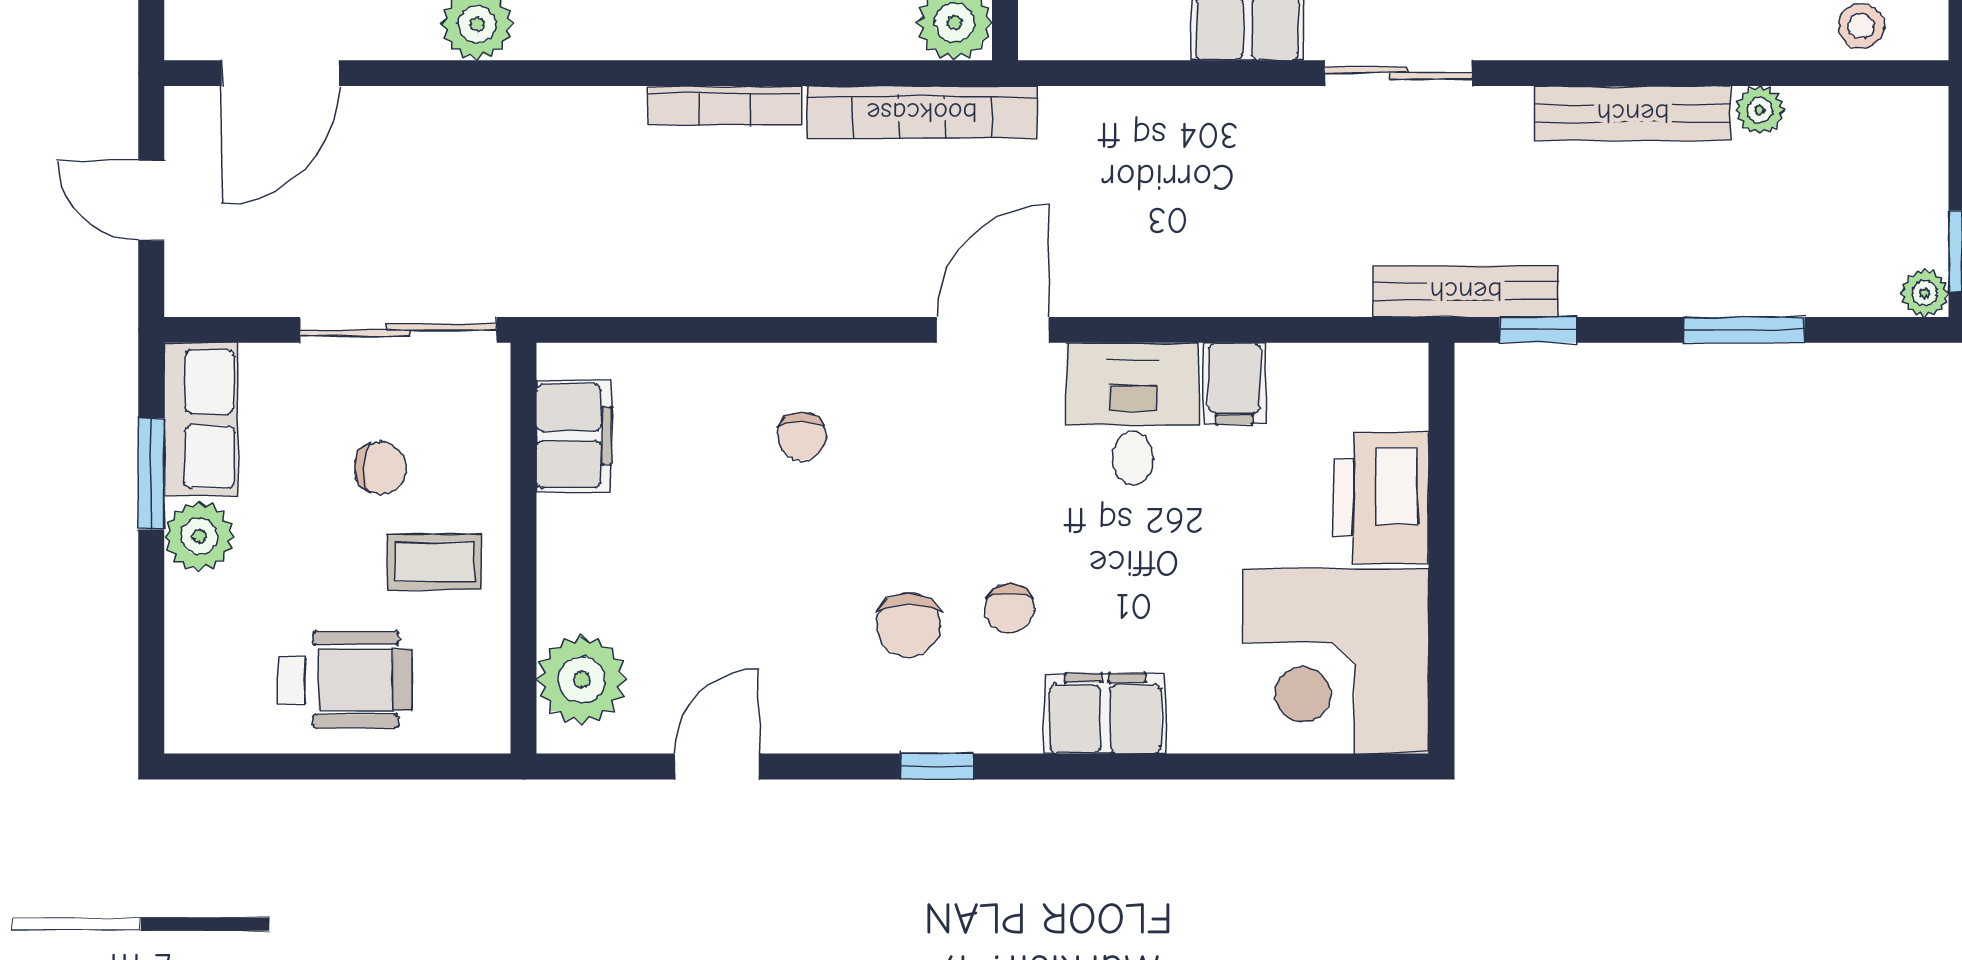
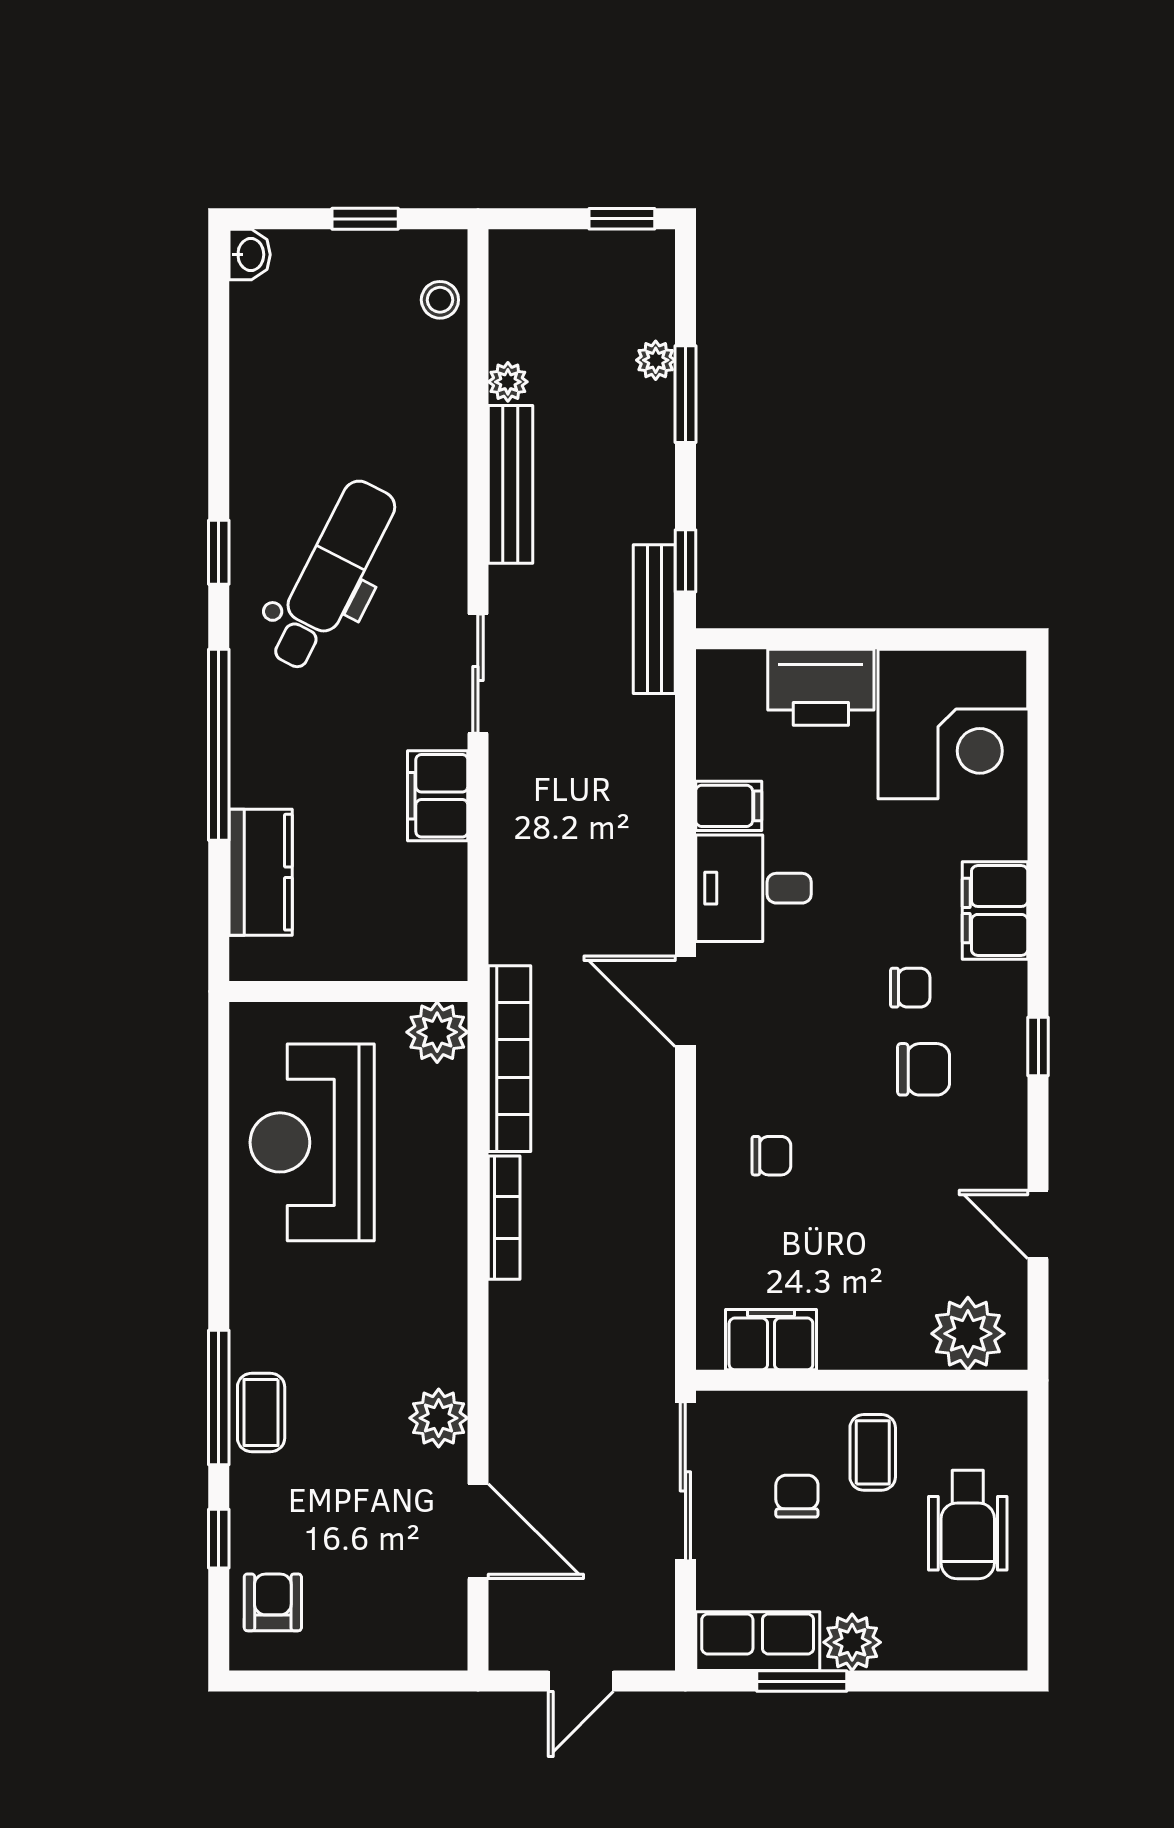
door: (280, 73) -> (478, 1531), moved
plant: (1925, 293) -> (656, 360), moved
wheelchair: (345, 679) -> (968, 1525), turned 180

